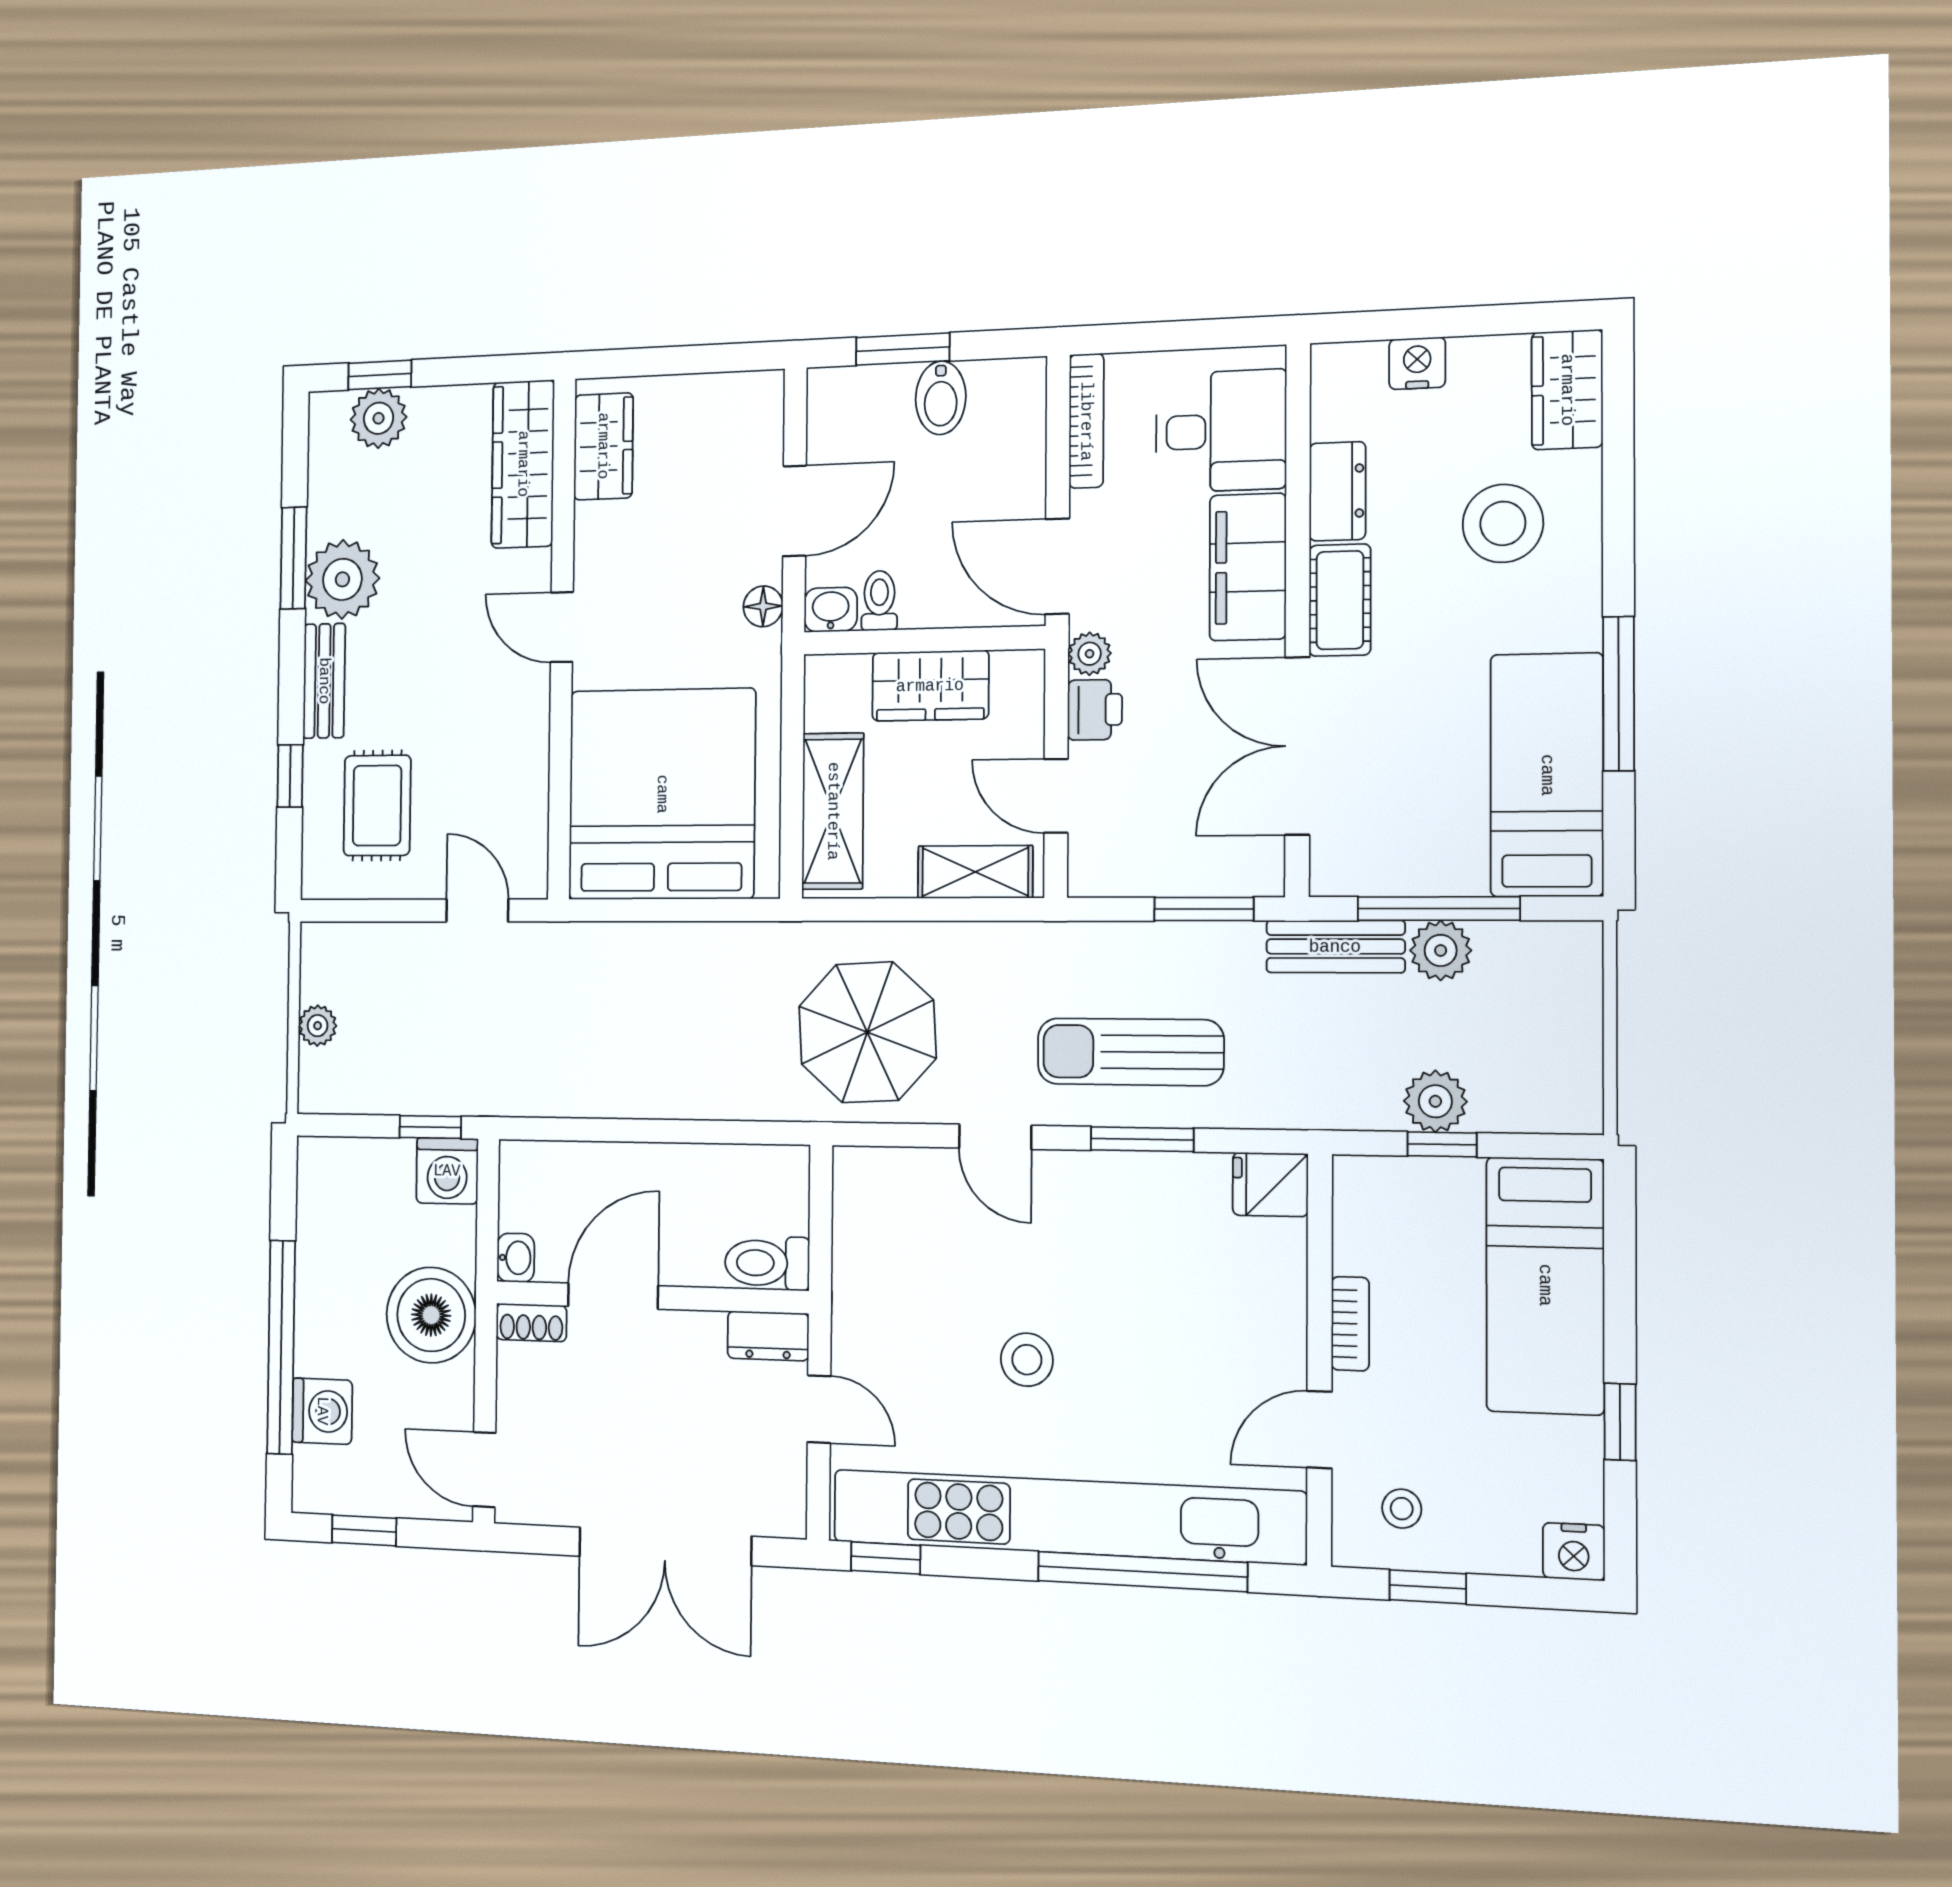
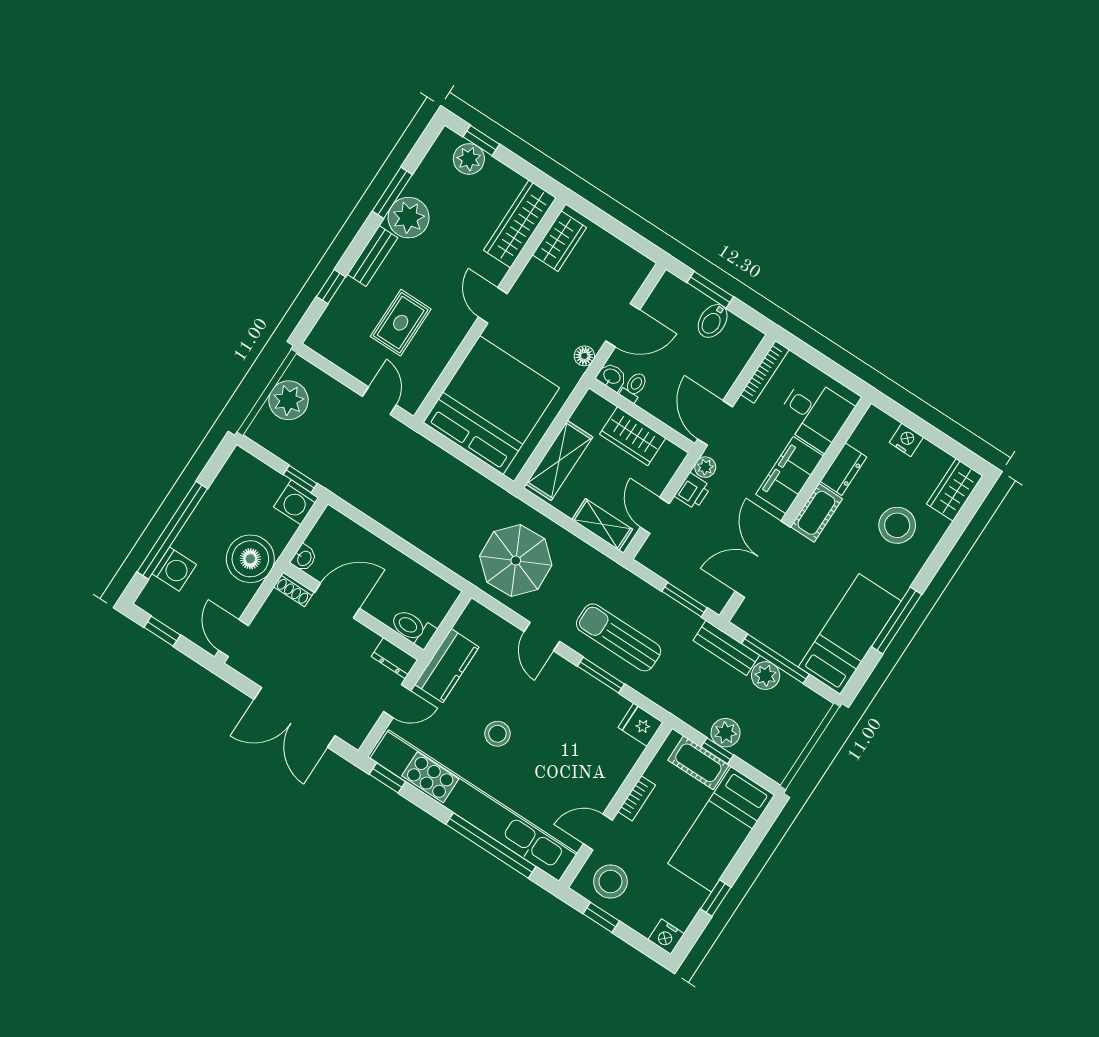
rug: (377, 805) -> (401, 323), moved
plant: (318, 1026) -> (288, 400), width x1.87, depth x1.87
cot: (1421, 1188) -> (698, 763), added
kitchen counter: (865, 1293) -> (447, 666), added
door: (819, 1409) -> (397, 701), hinge flipped
stool: (1402, 1509) -> (610, 882), width x1.89, depth x1.89

